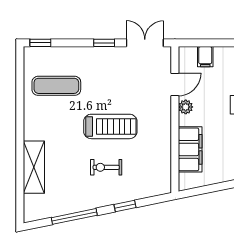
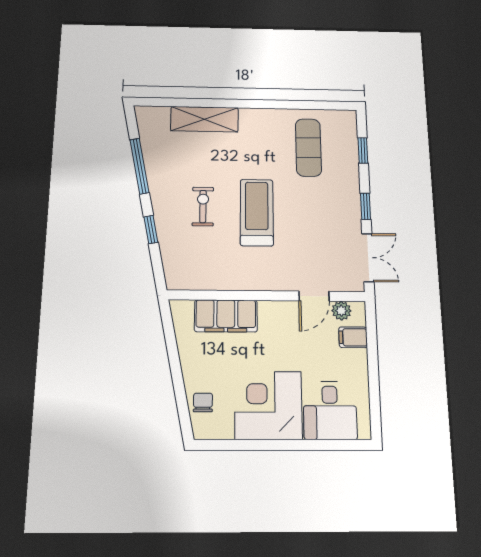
window: (40, 43) -> (363, 150), moved
door: (175, 84) -> (314, 296), hinge flipped
plant: (186, 107) -> (341, 311), moved
treadmill: (110, 126) -> (257, 212), turned 180

